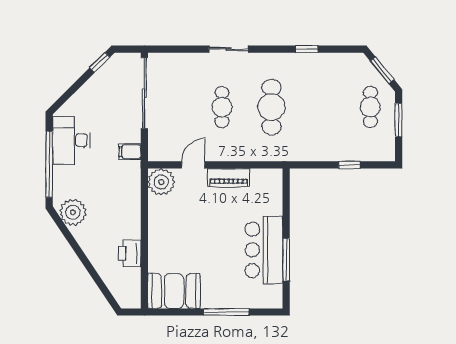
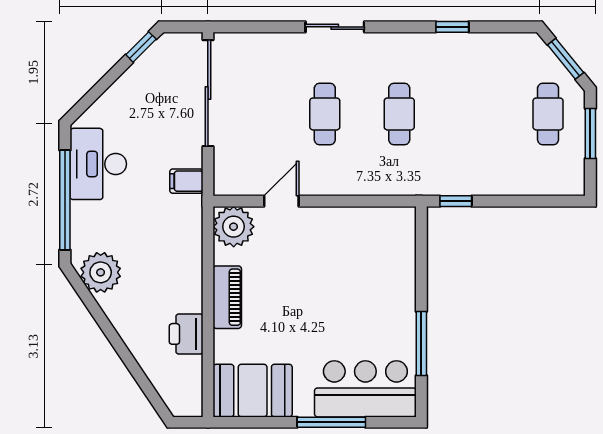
cafe table: (271, 107) -> (399, 114), width x0.73, depth x0.74
window: (349, 165) -> (456, 201), moved
piano: (229, 178) -> (227, 297), moved, turned -90
bar counter: (264, 250) -> (365, 389), moved, turned 90

